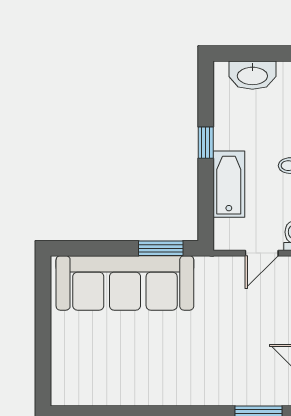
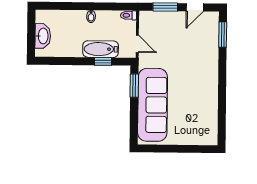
window: (206, 143) -> (103, 61), moved
door: (262, 253) -> (137, 44), moved

